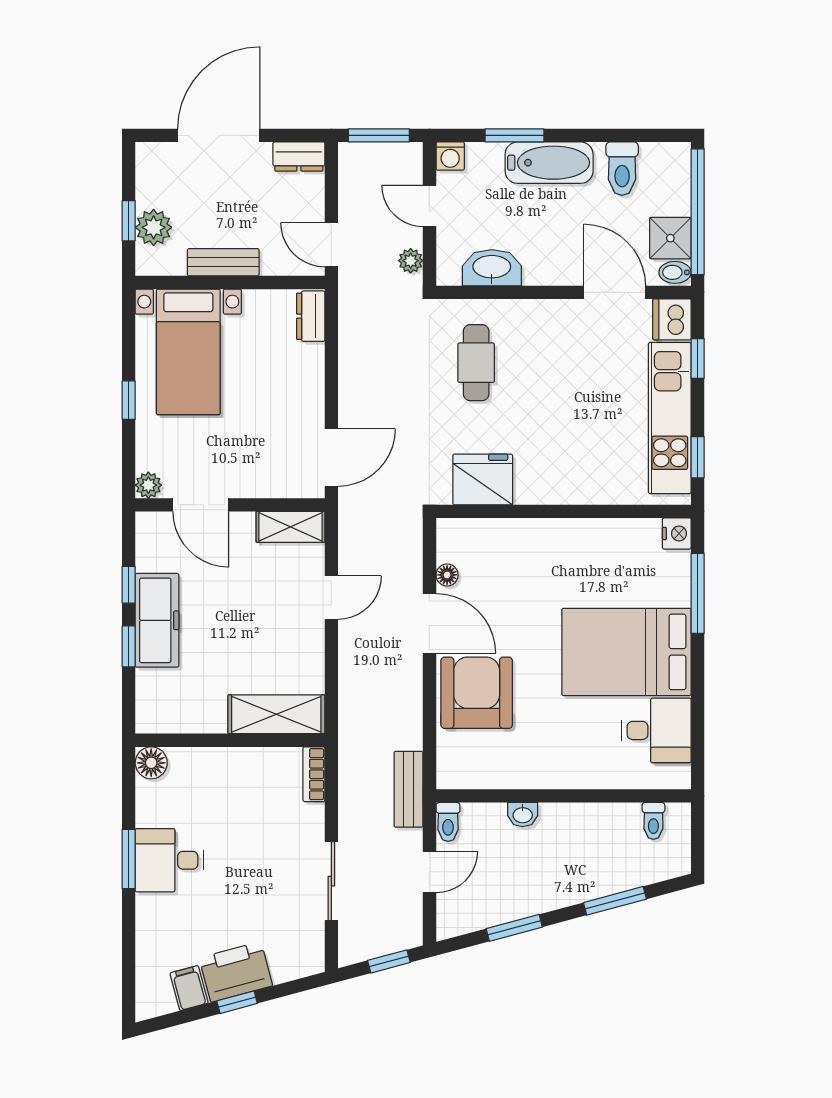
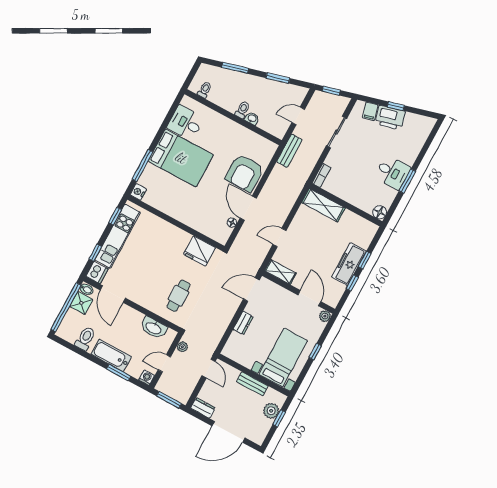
door: (429, 206) -> (164, 363), swing flipped
dresser: (311, 316) -> (243, 323), moved
toilet: (448, 822) -> (242, 110), moved
filing cabinet: (189, 988) -> (370, 111), moved

